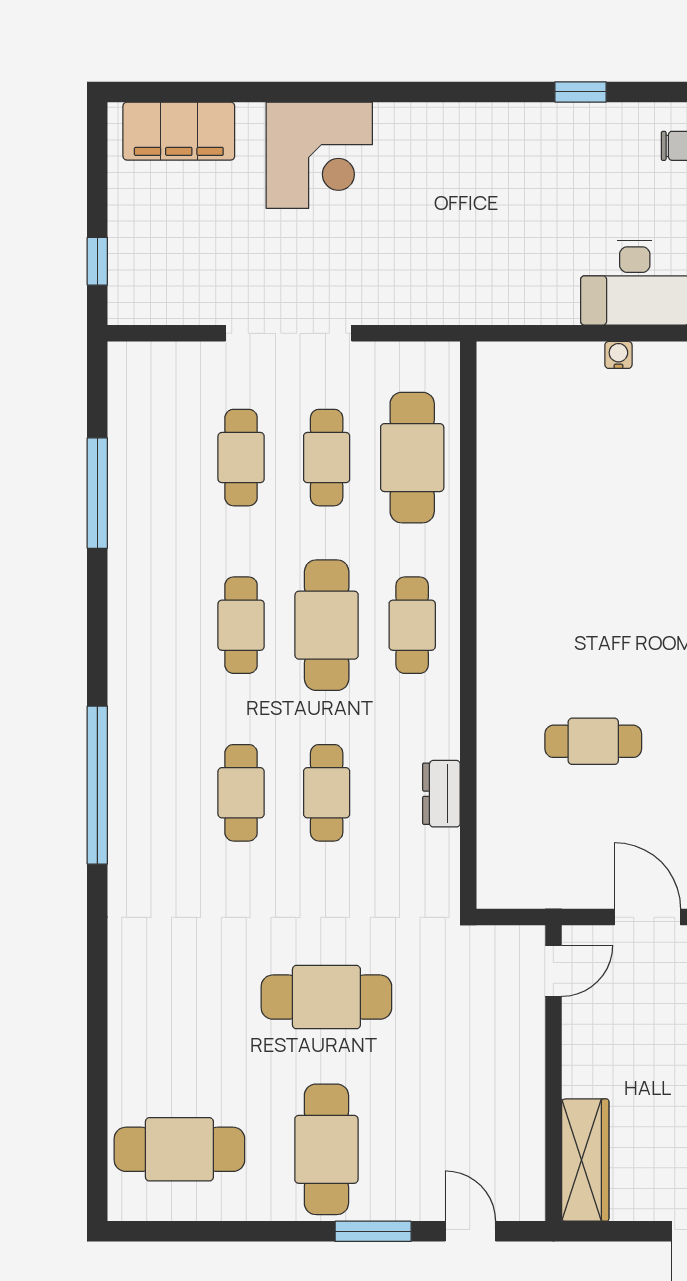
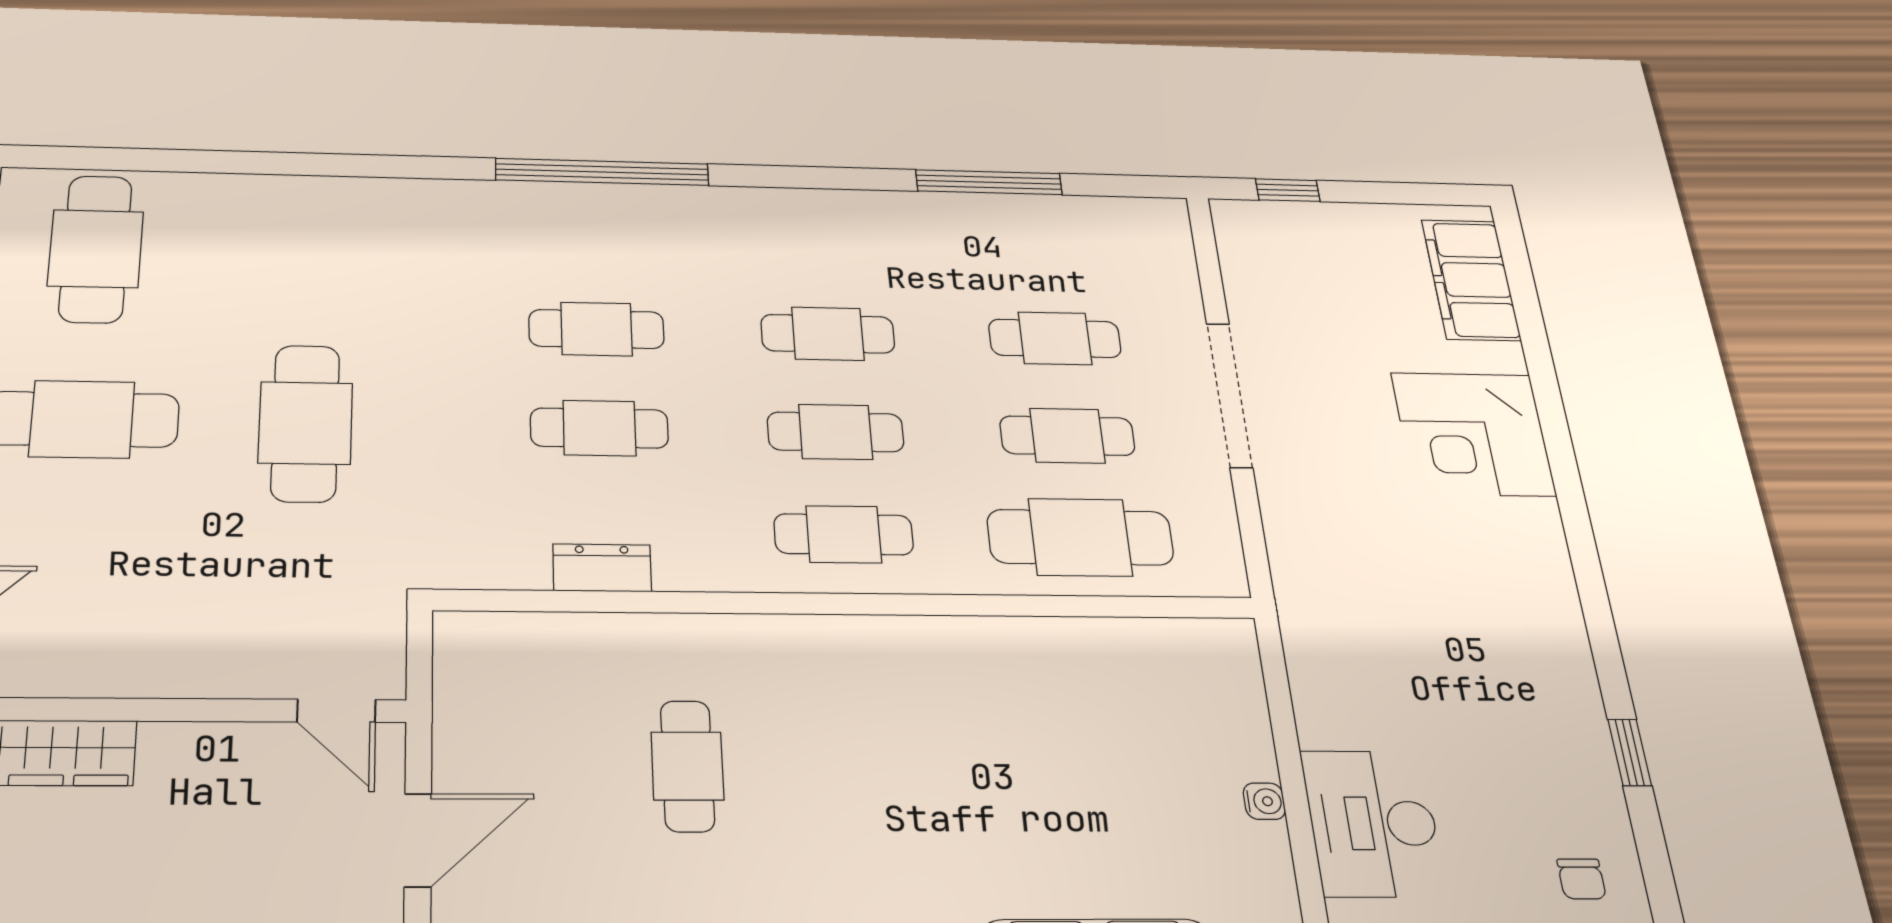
cafe table: (327, 625) -> (836, 432), width x0.73, depth x0.74

